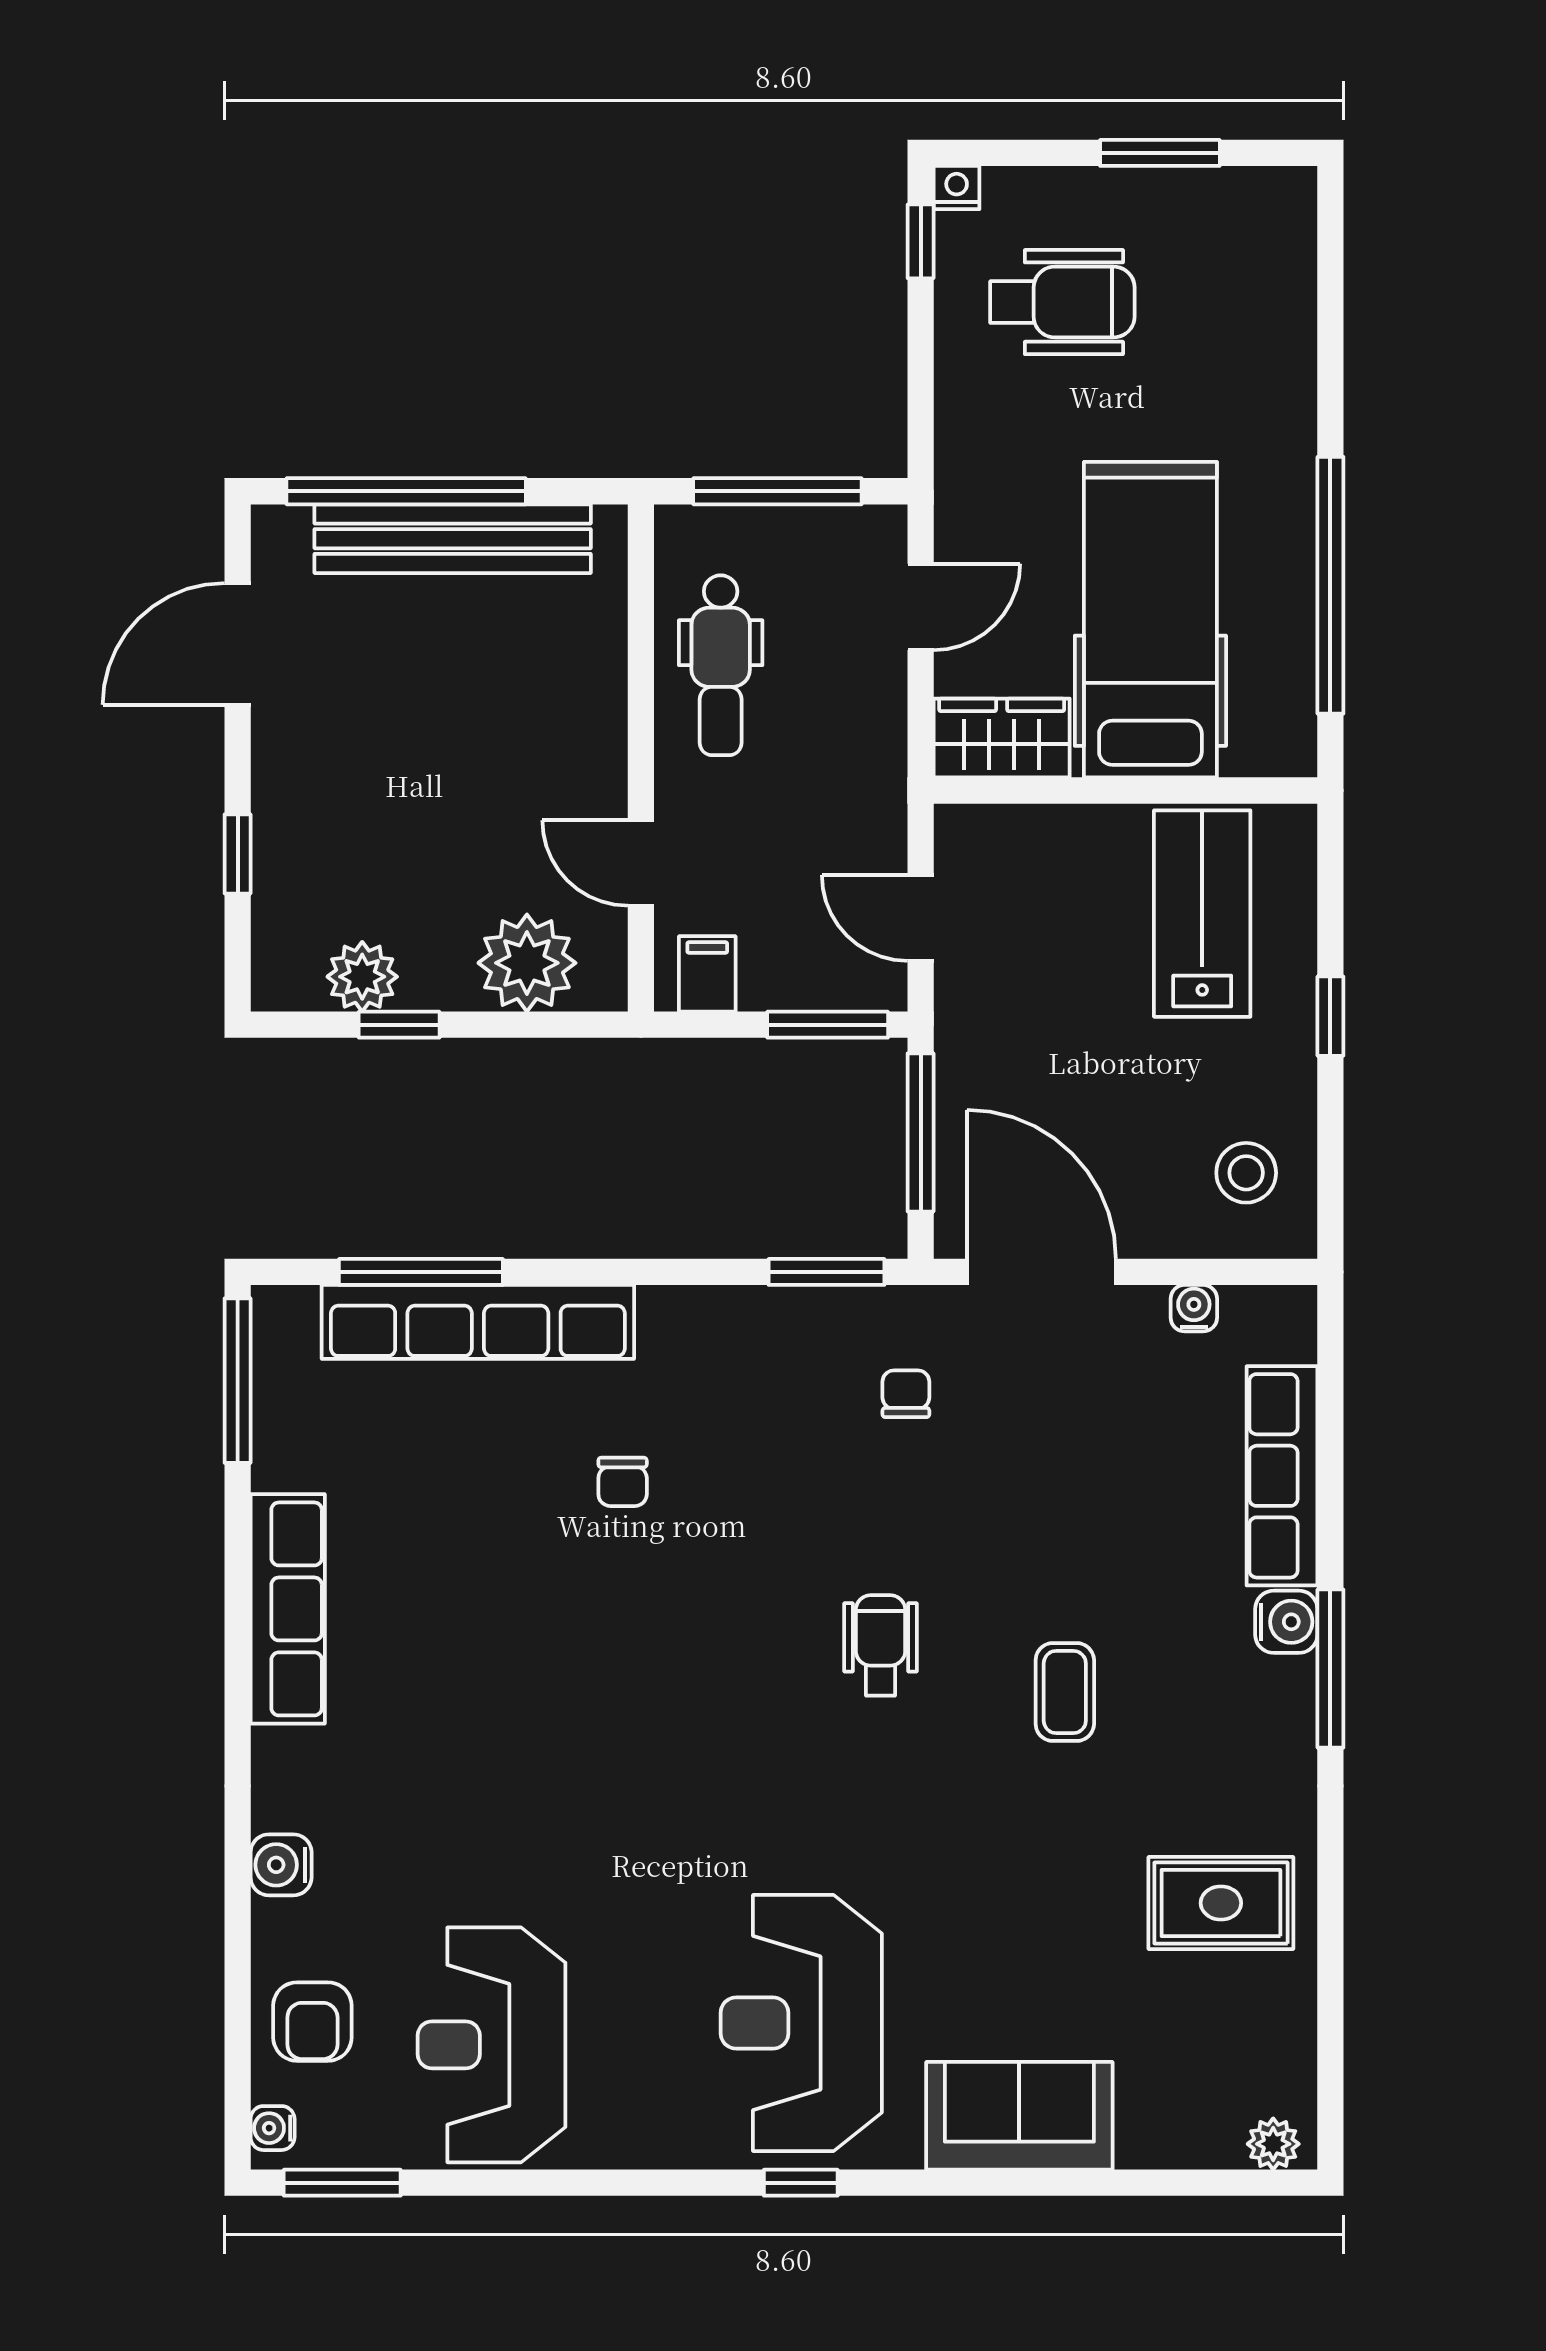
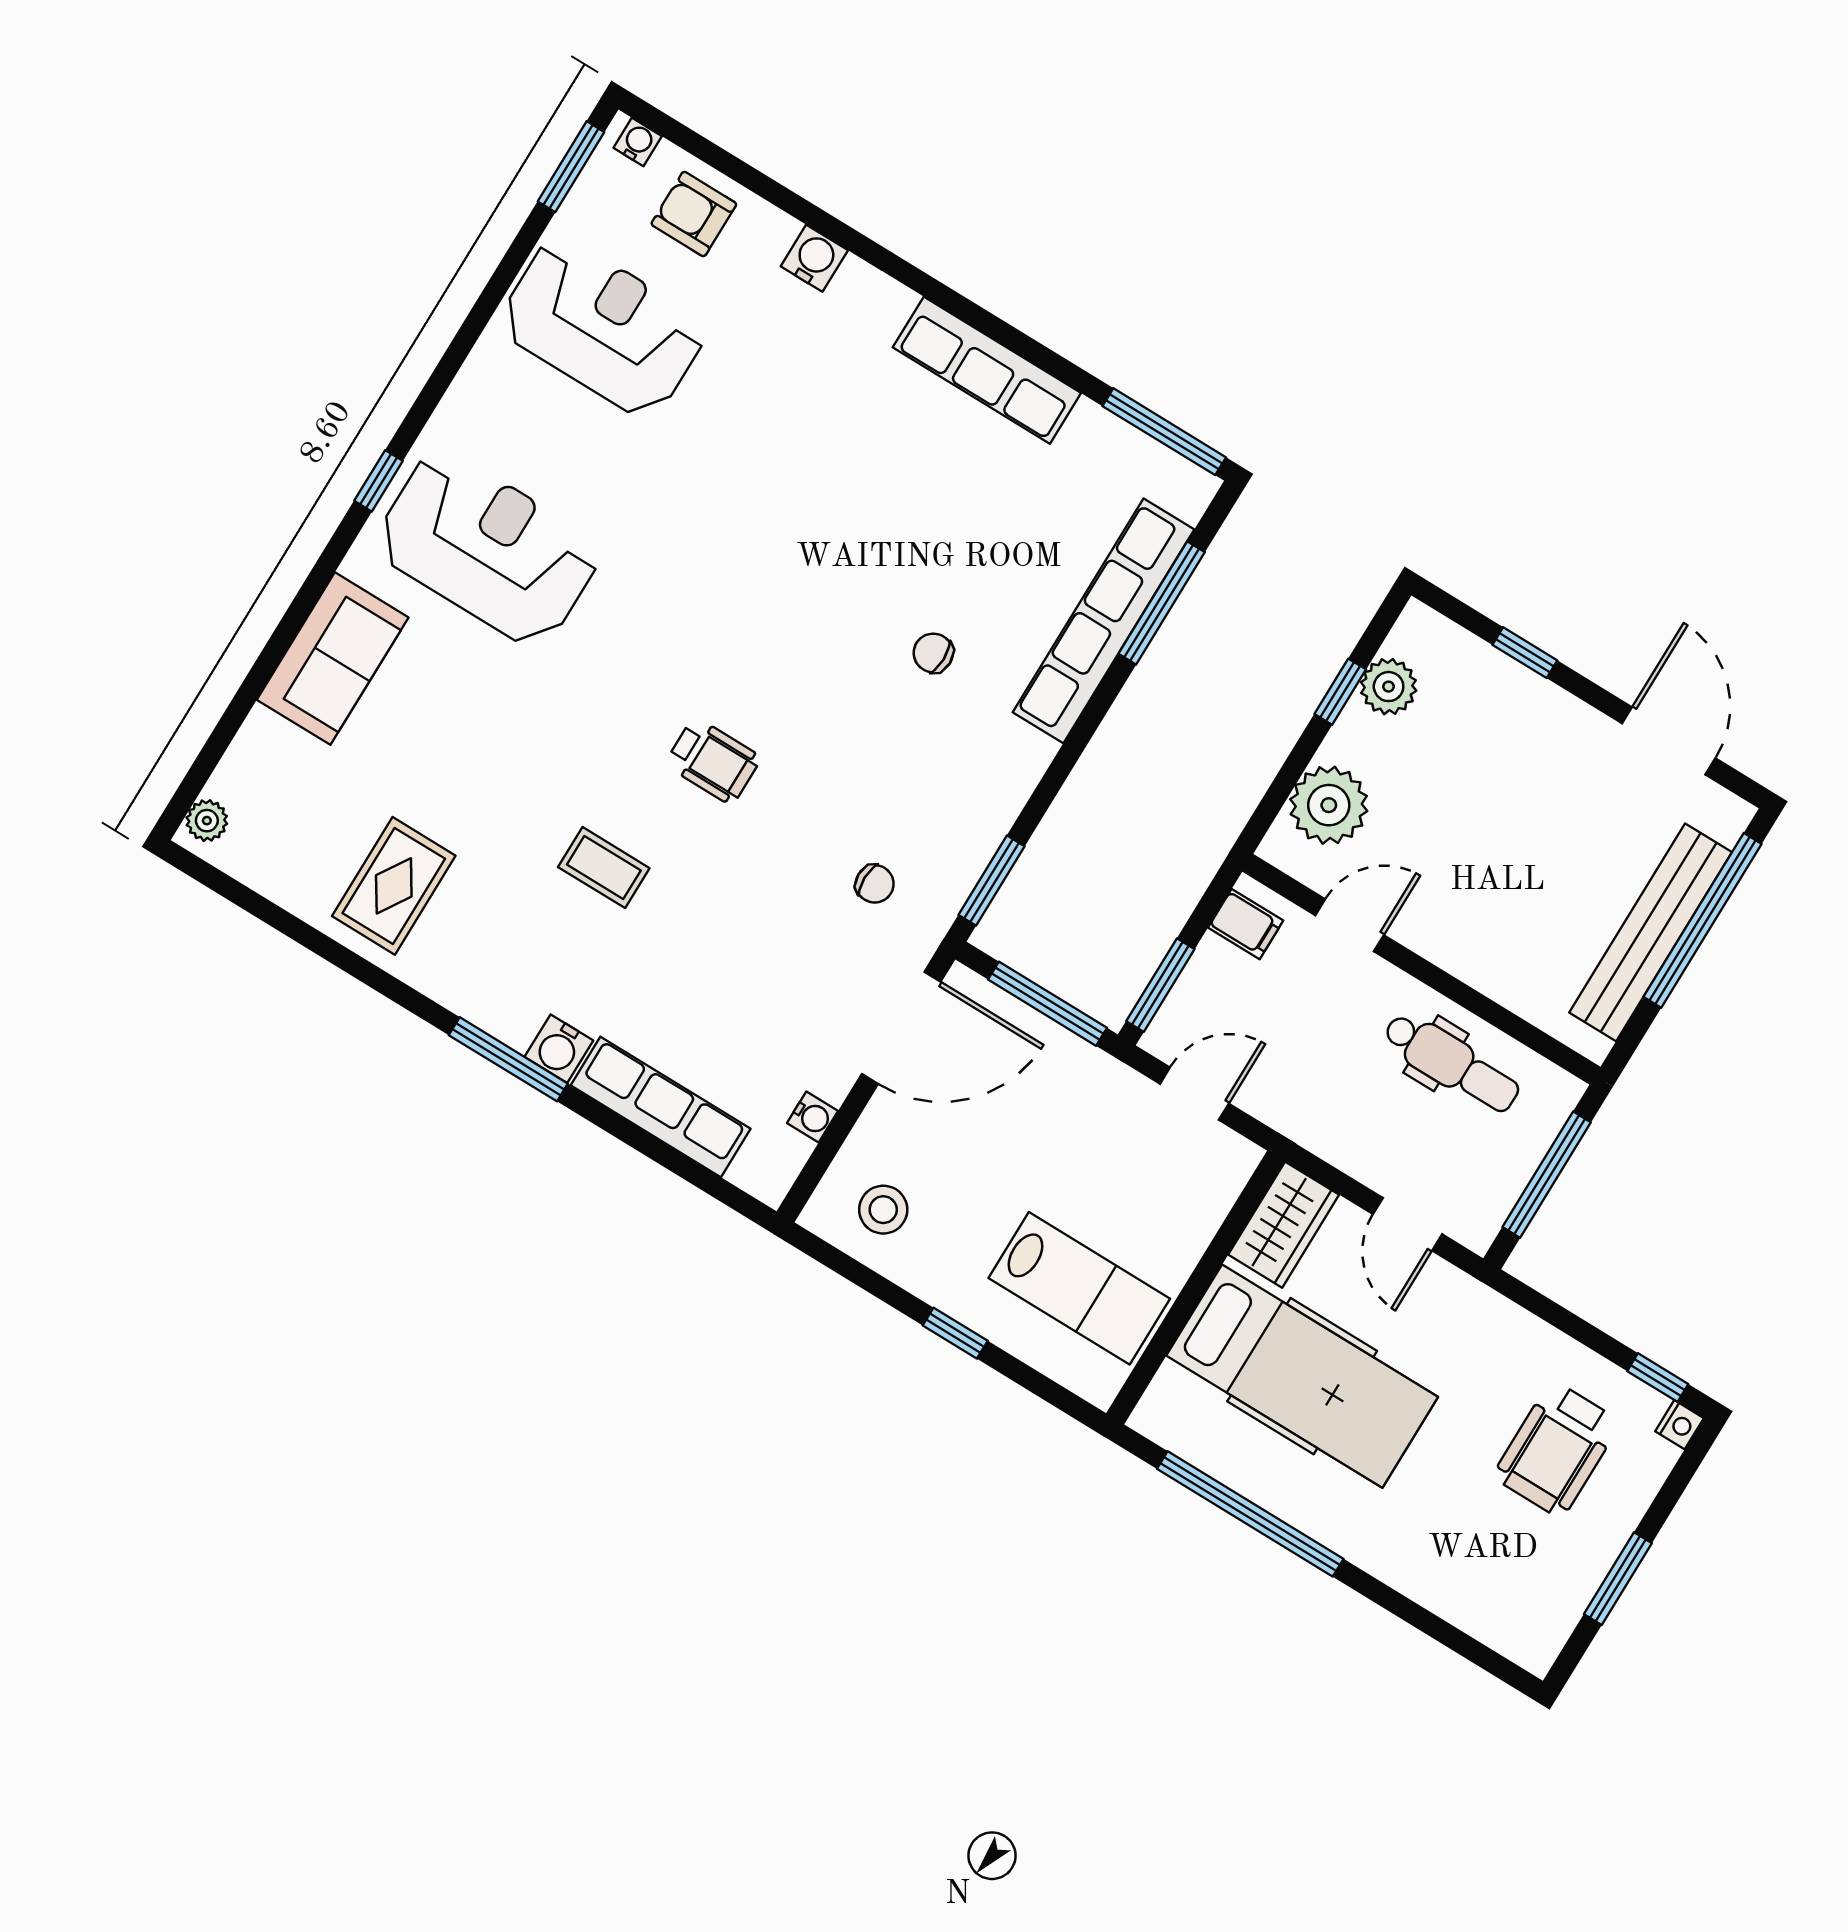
dental chair: (721, 665) -> (1451, 1063), turned 180

